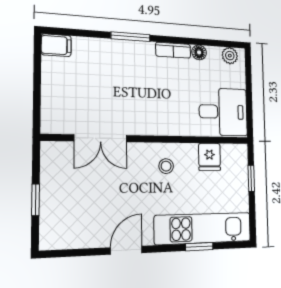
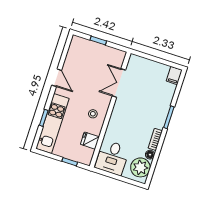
plant: (230, 56) -> (140, 167), width x1.87, depth x1.87

